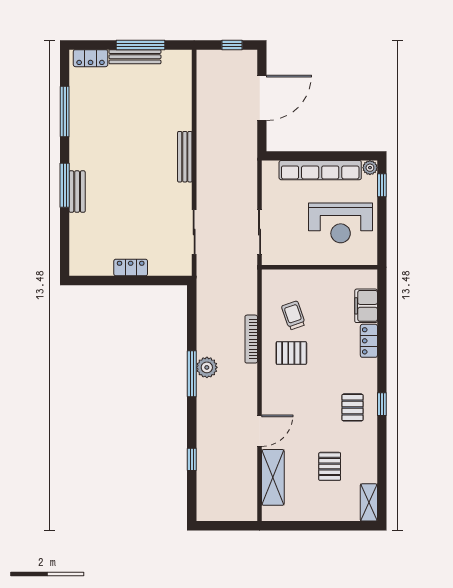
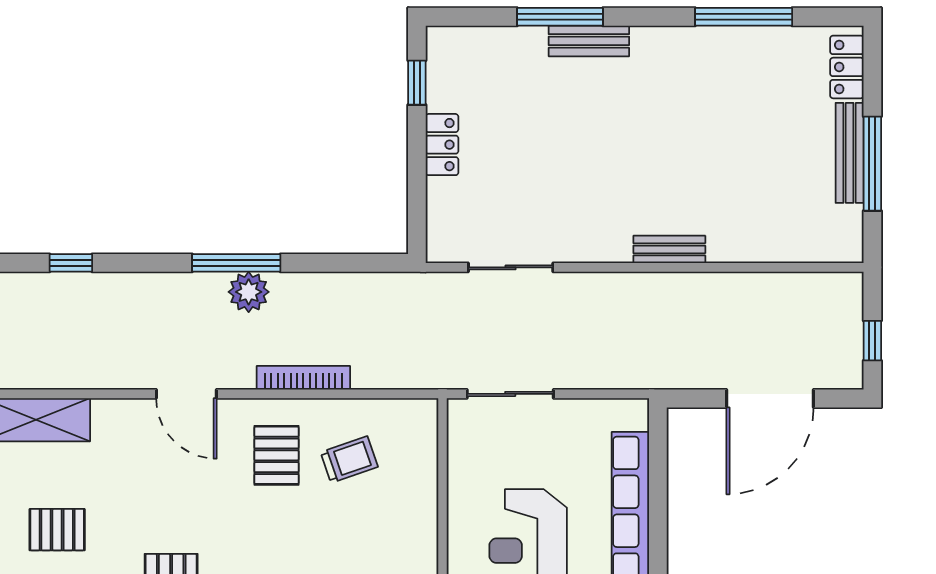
door: (262, 98) -> (770, 398), hinge flipped
bench: (185, 157) -> (669, 249), width x0.73
window: (65, 185) -> (560, 17), moved
window: (99, 280) -> (417, 83), added
door: (260, 431) -> (186, 394), moved

